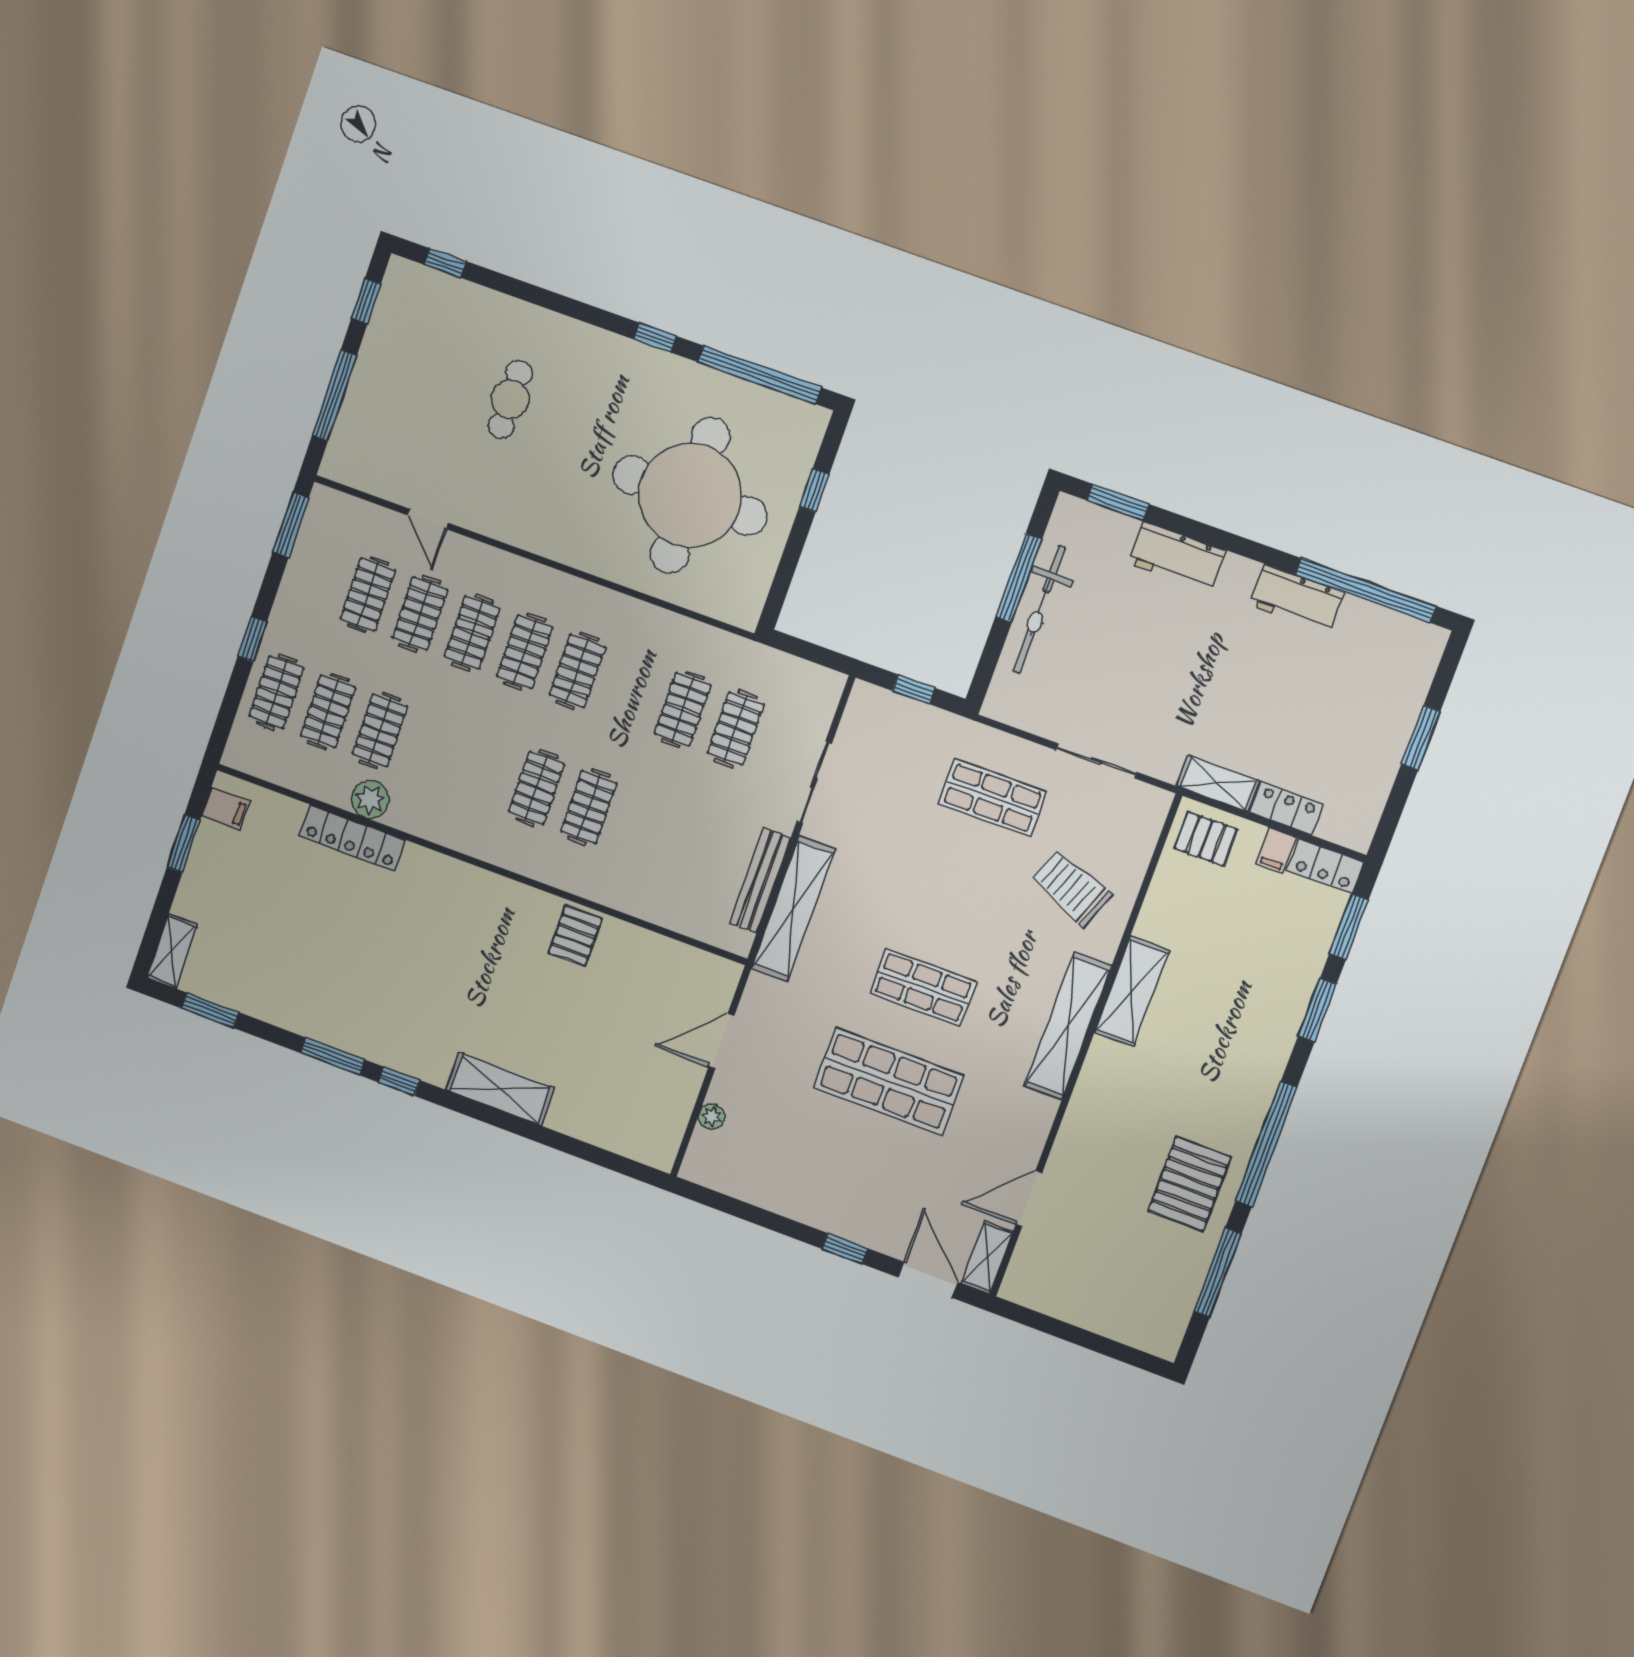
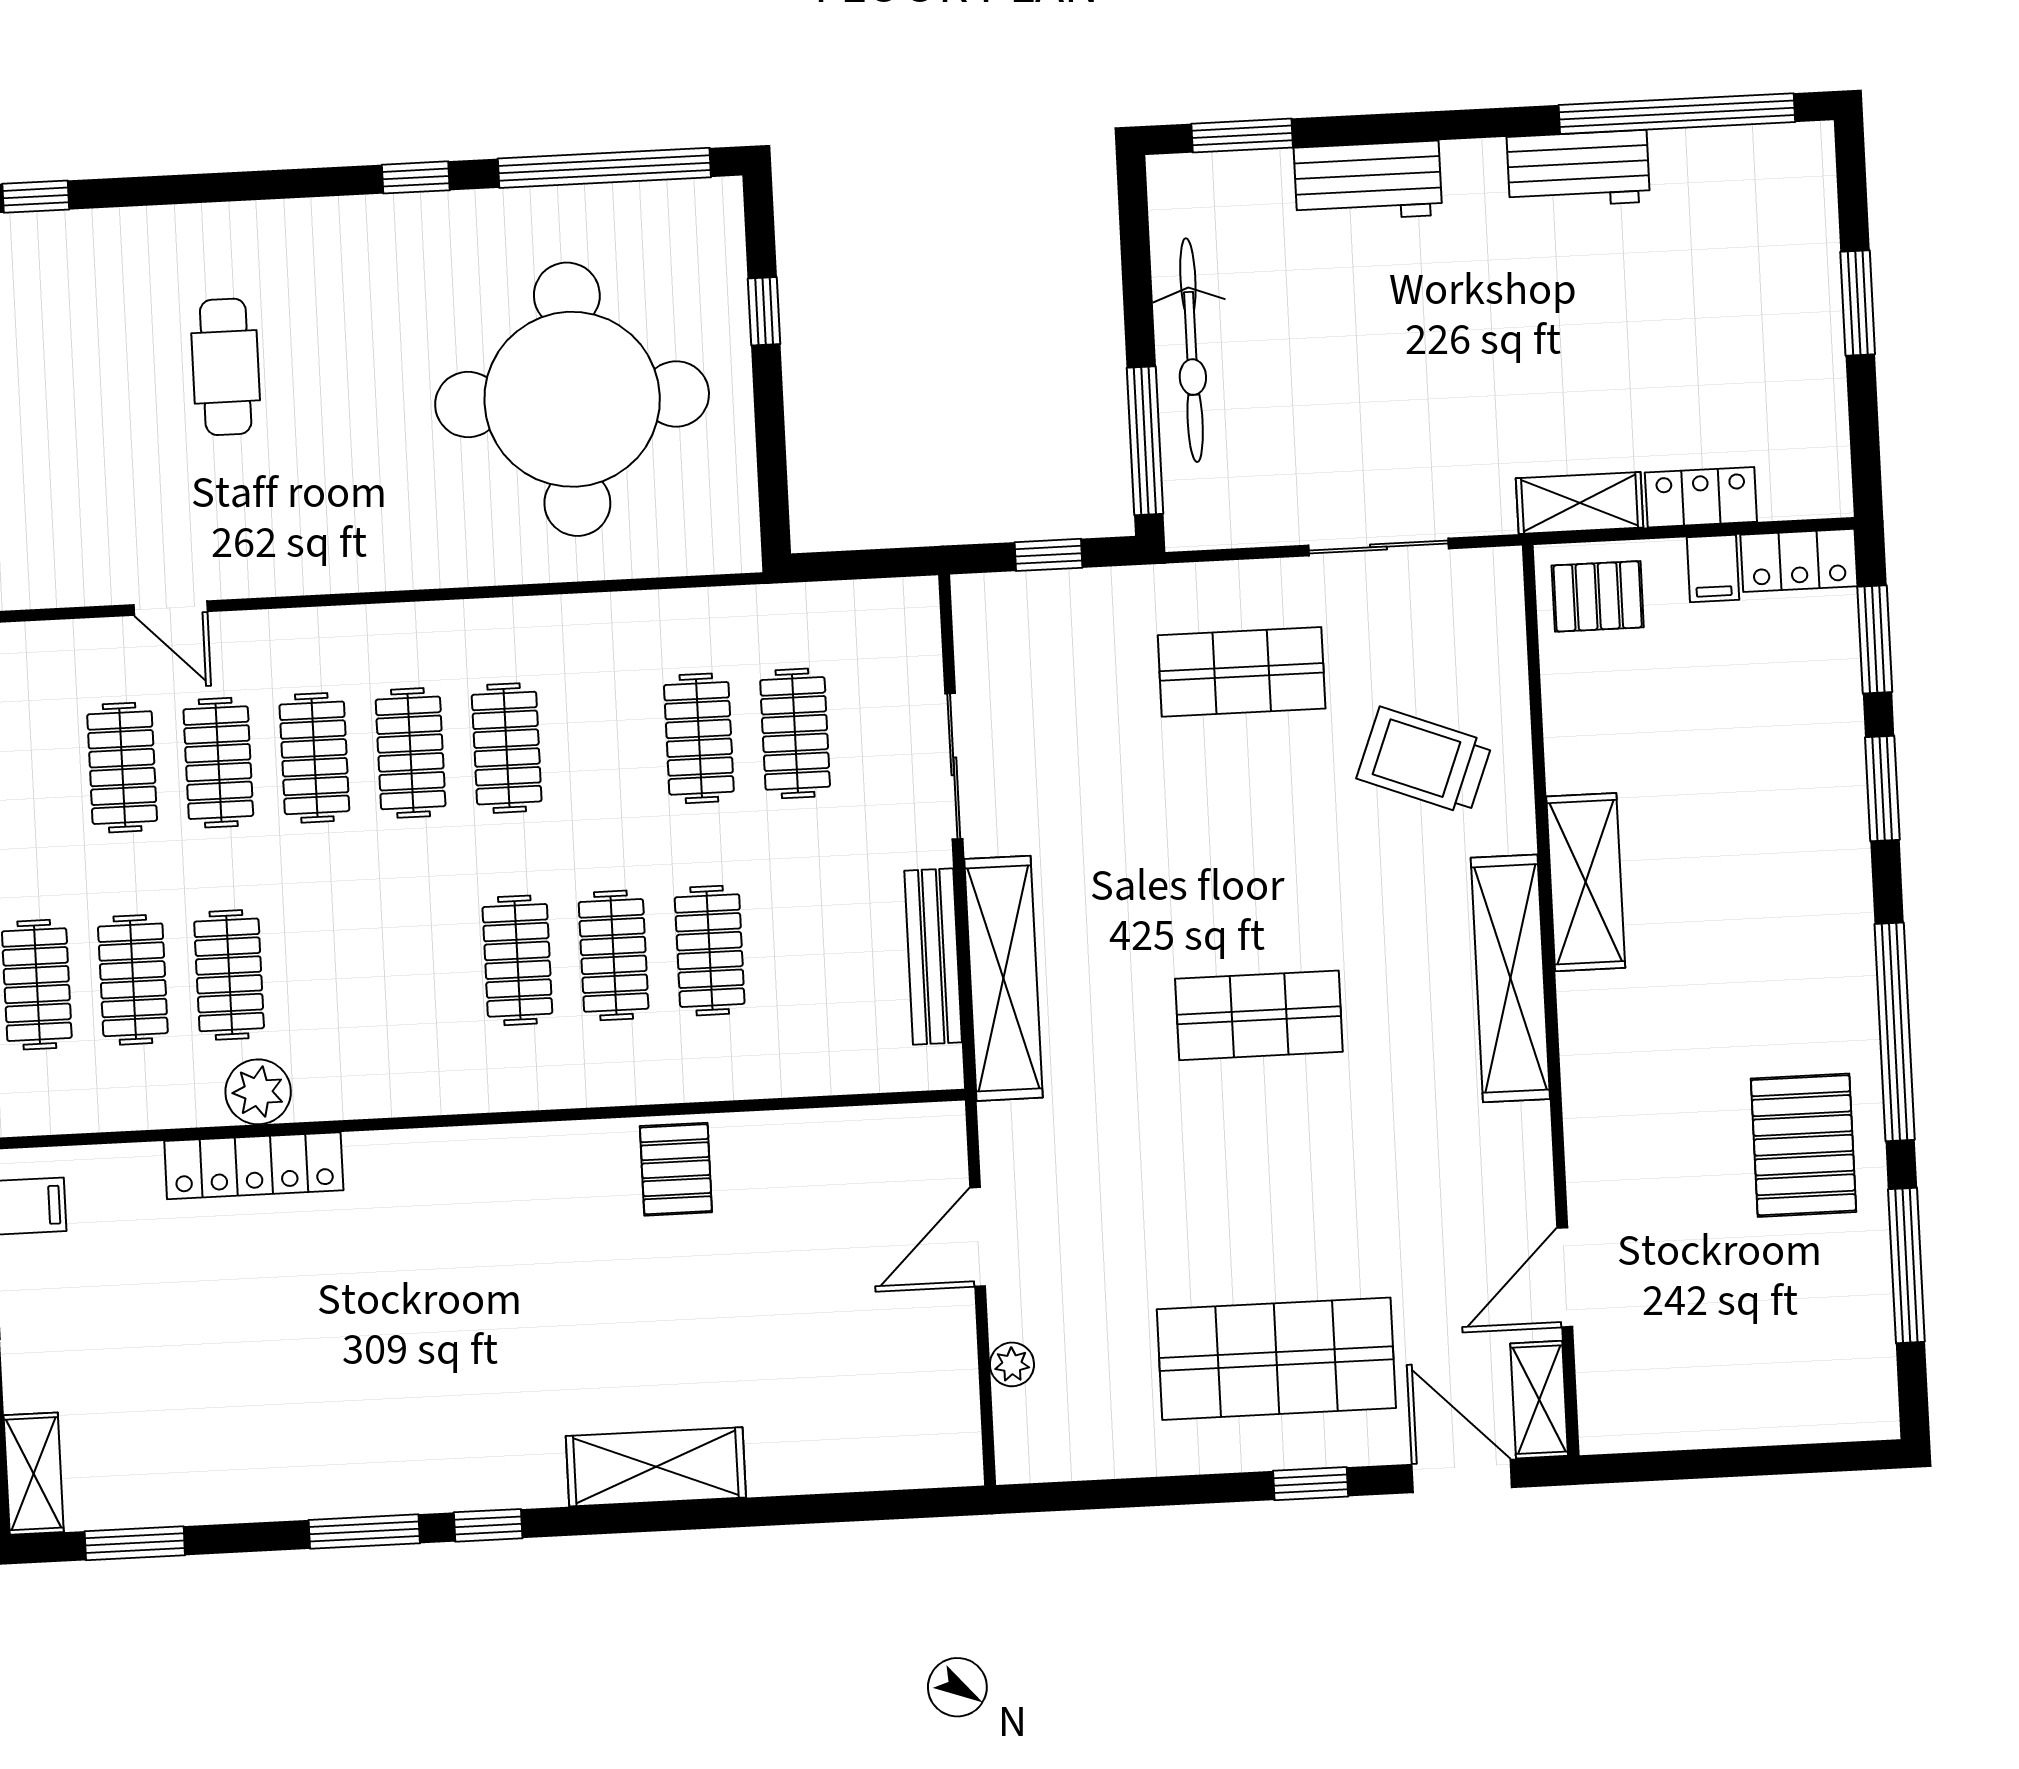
window: (1019, 578) -> (1145, 441), moved
clothes rail: (641, 826) -> (710, 951), added
shop shelf: (889, 1081) -> (1276, 1359), moved

